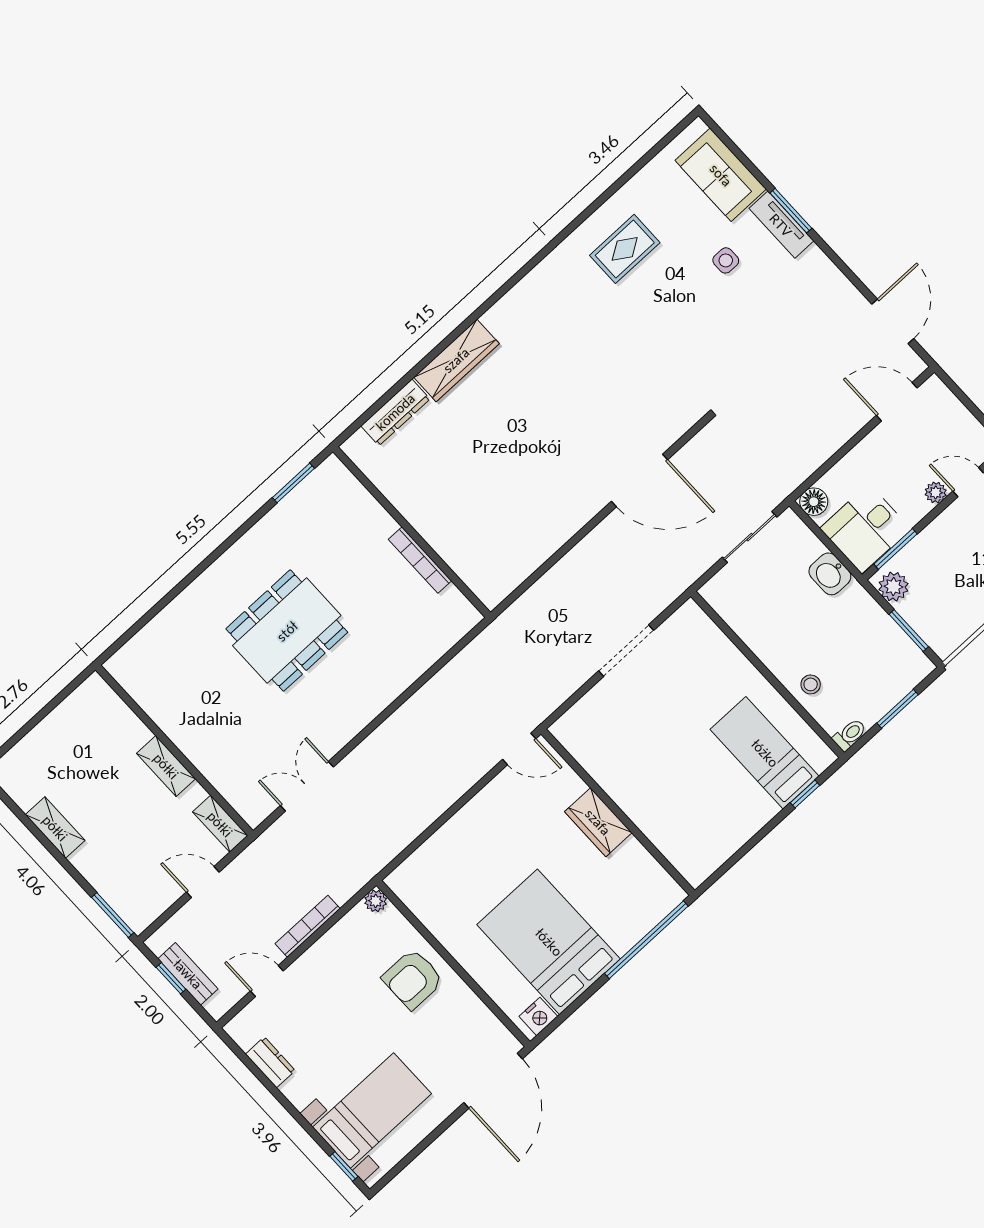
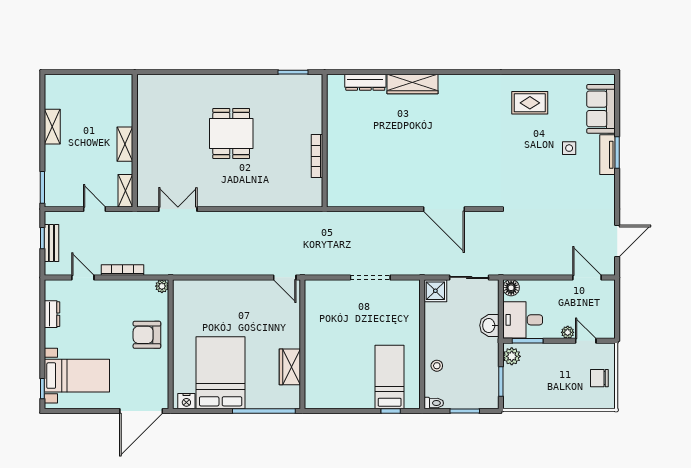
shower: (723, 592) -> (435, 291), added
dining table: (287, 631) -> (231, 134), width x0.73
wardrobe: (598, 822) -> (290, 367), moved

